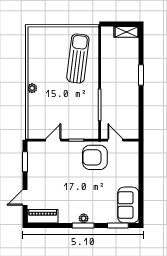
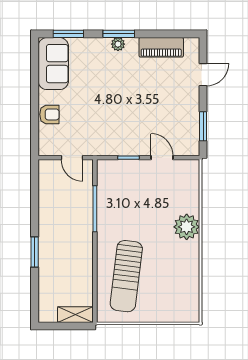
shelving: (126, 32) -> (75, 315), moved
plant: (32, 88) -> (187, 227), width x1.88, depth x1.88
door: (53, 140) -> (162, 158), swing flipped
armchair: (95, 157) -> (49, 114), moved, width x0.53, depth x0.53
piano: (43, 216) -> (161, 47), moved

